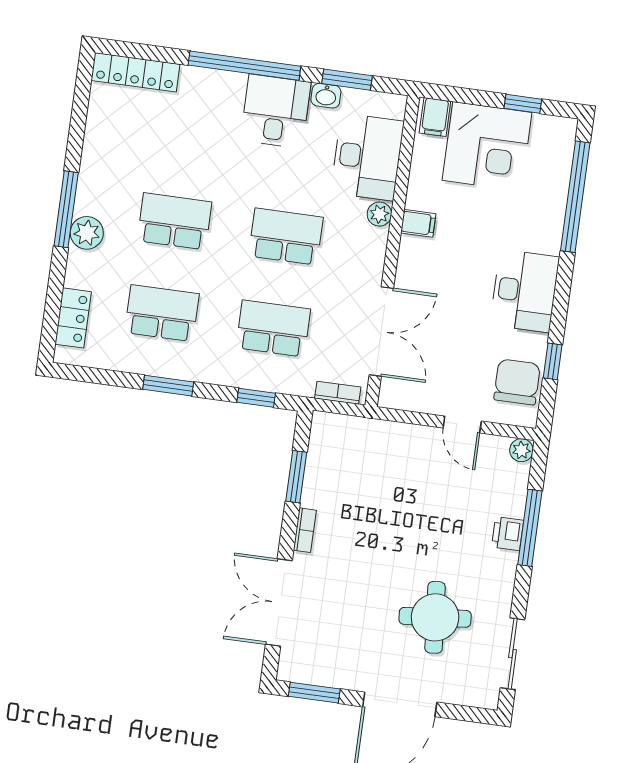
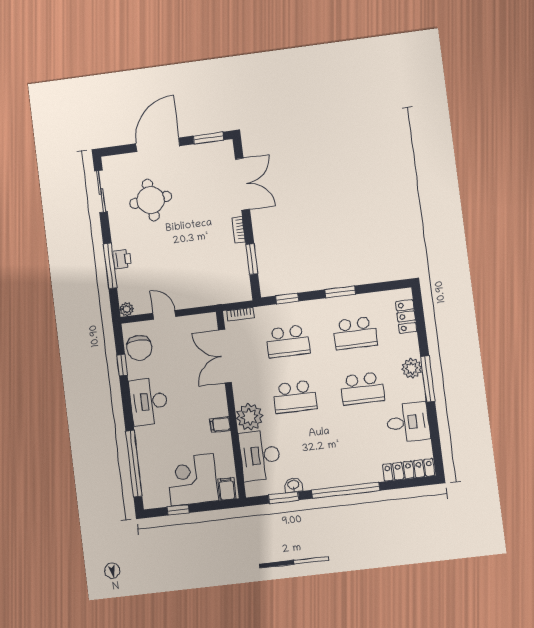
desk: (276, 111) -> (408, 422), moved, turned -90
plant: (379, 214) -> (250, 417), width x1.88, depth x1.88

